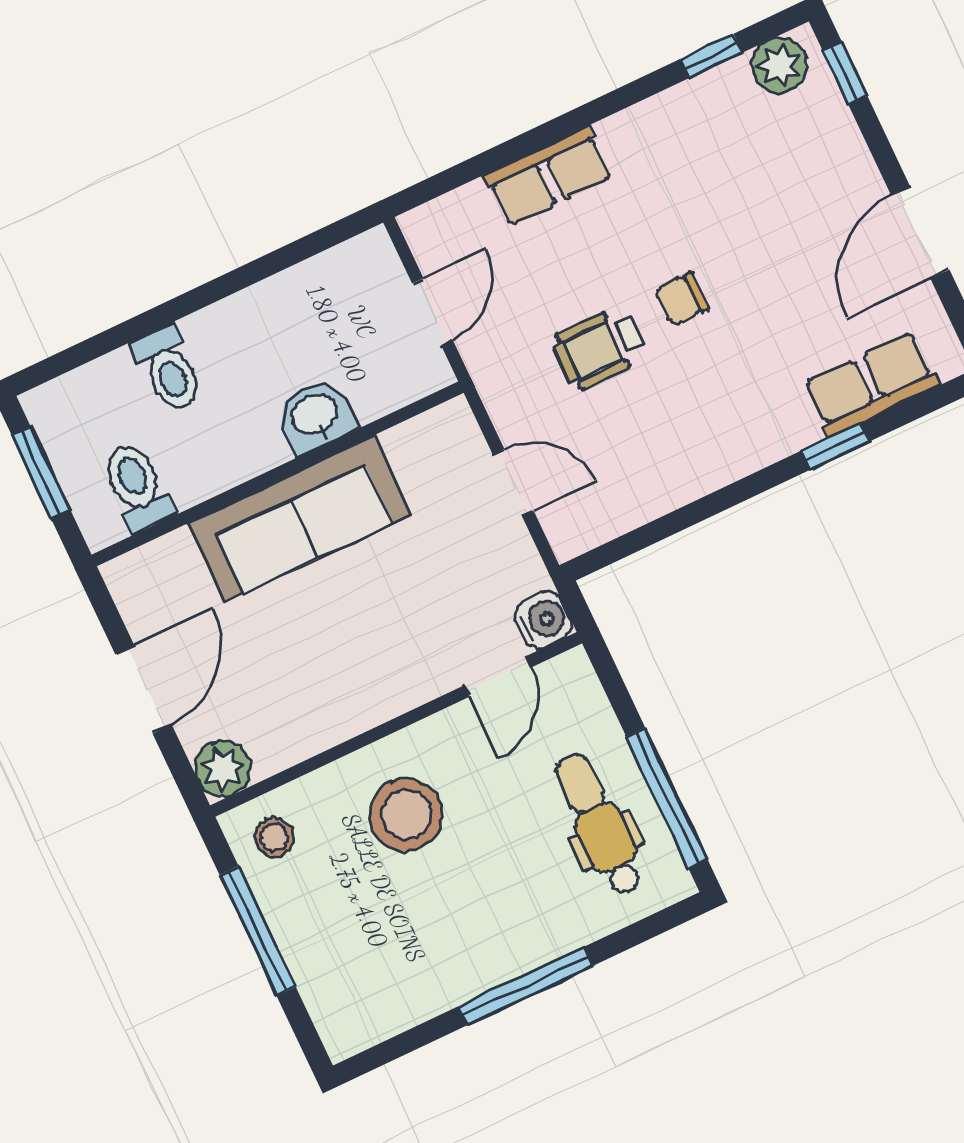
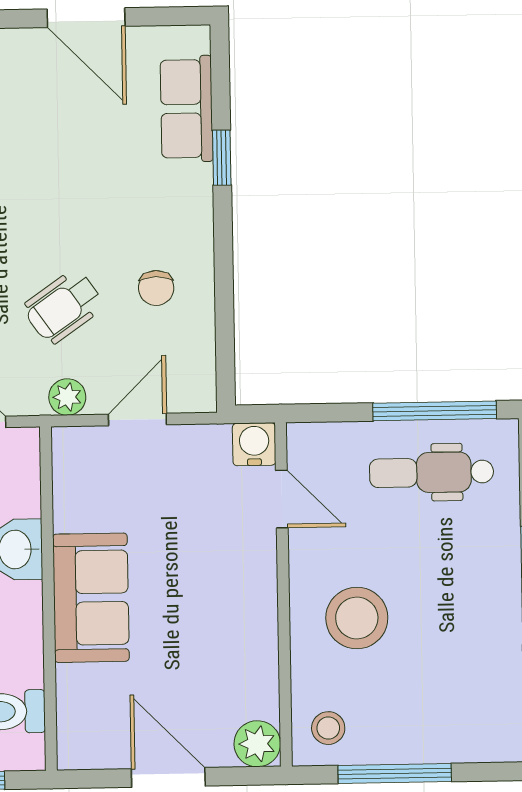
chair: (682, 299) -> (156, 288), moved
wheelchair: (599, 348) -> (63, 307), turned 55
plant: (503, 396) -> (67, 397), added
sofa: (299, 519) -> (91, 598), width x0.73

